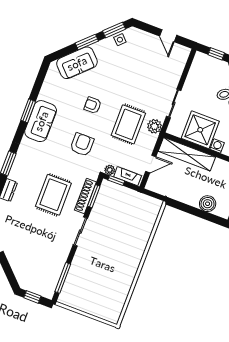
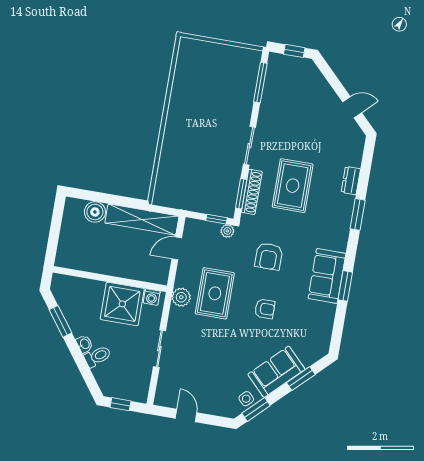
window: (87, 42) -> (301, 379), moved
sofa: (77, 63) -> (276, 372), moved
sliding door: (174, 104) -> (159, 349), moved
washing machine: (217, 146) -> (152, 297), moved
shelving: (187, 154) -> (142, 220), moved
fireplace: (128, 176) -> (203, 227), removed

